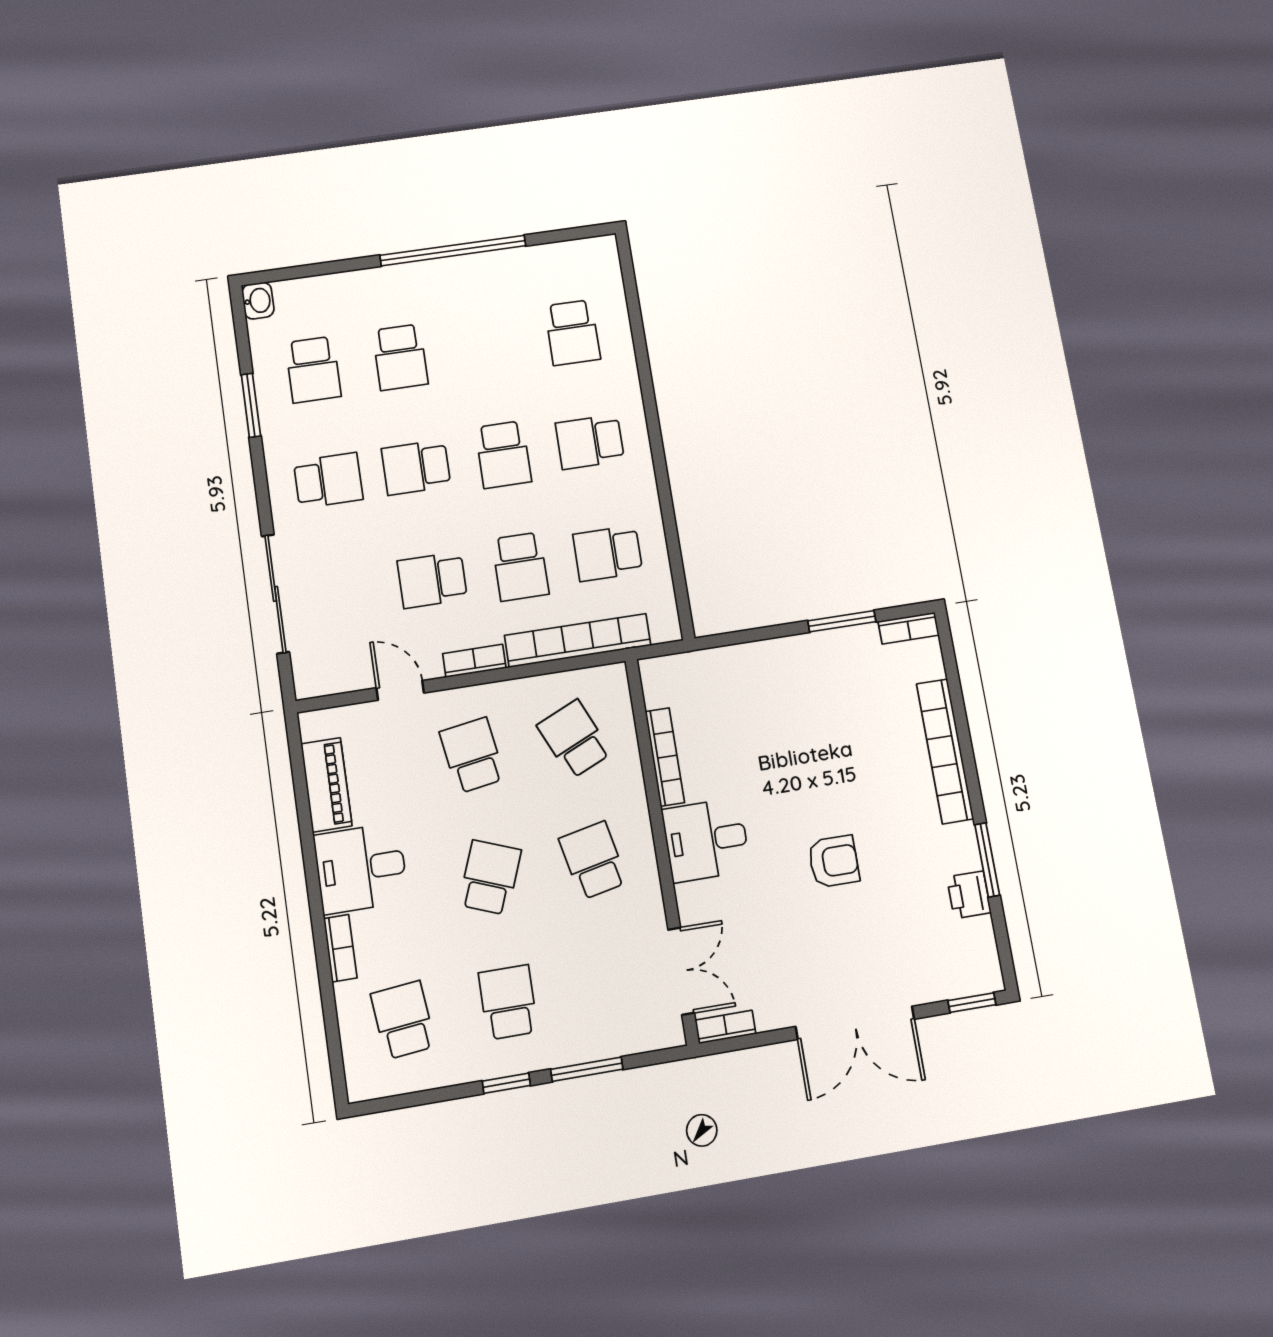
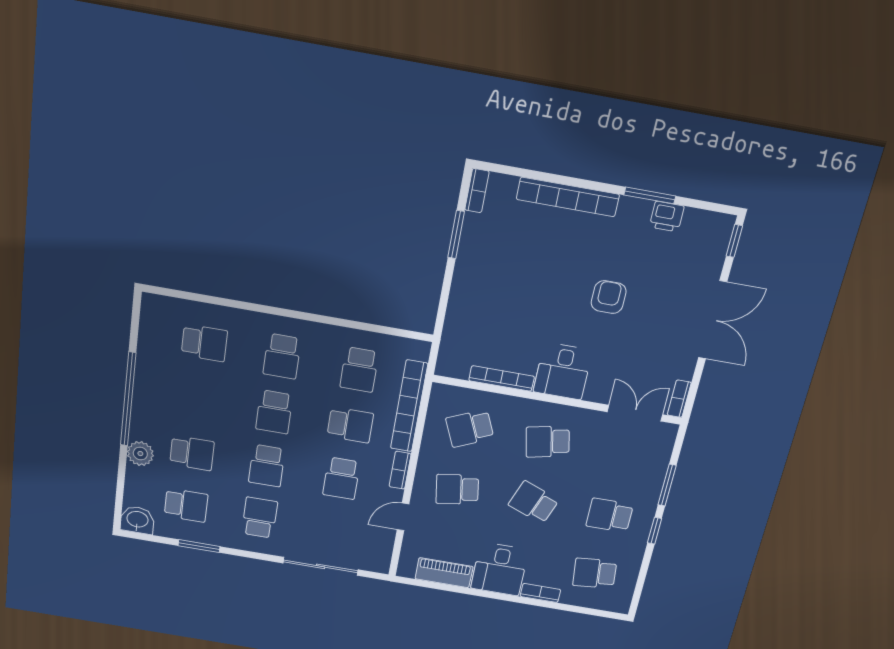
plant: (375, 286) -> (140, 454), added
washbasin: (258, 301) -> (137, 520), width x1.38, depth x1.45
school desk: (503, 455) -> (274, 412), turned 90

